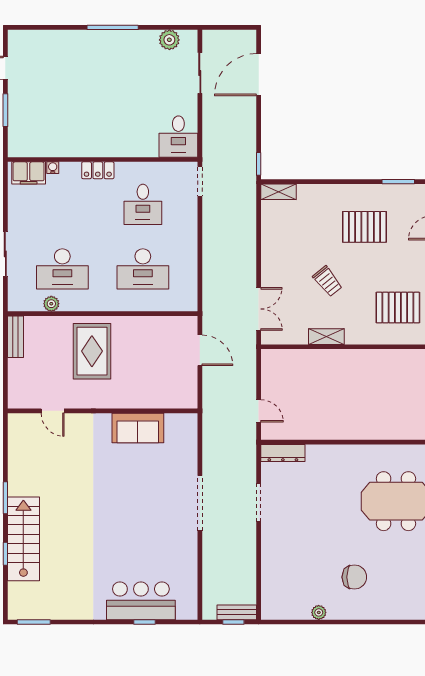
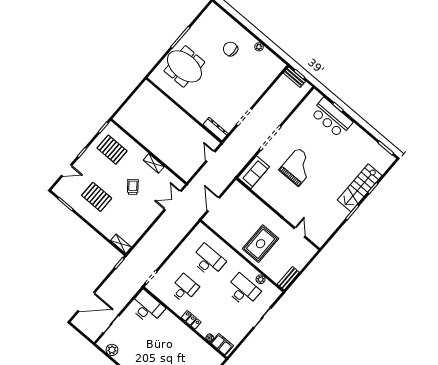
desk: (178, 137) -> (147, 307), width x1.37
sofa: (138, 428) -> (254, 172), moved, turned 90
grand piano: (129, 497) -> (298, 167), added

